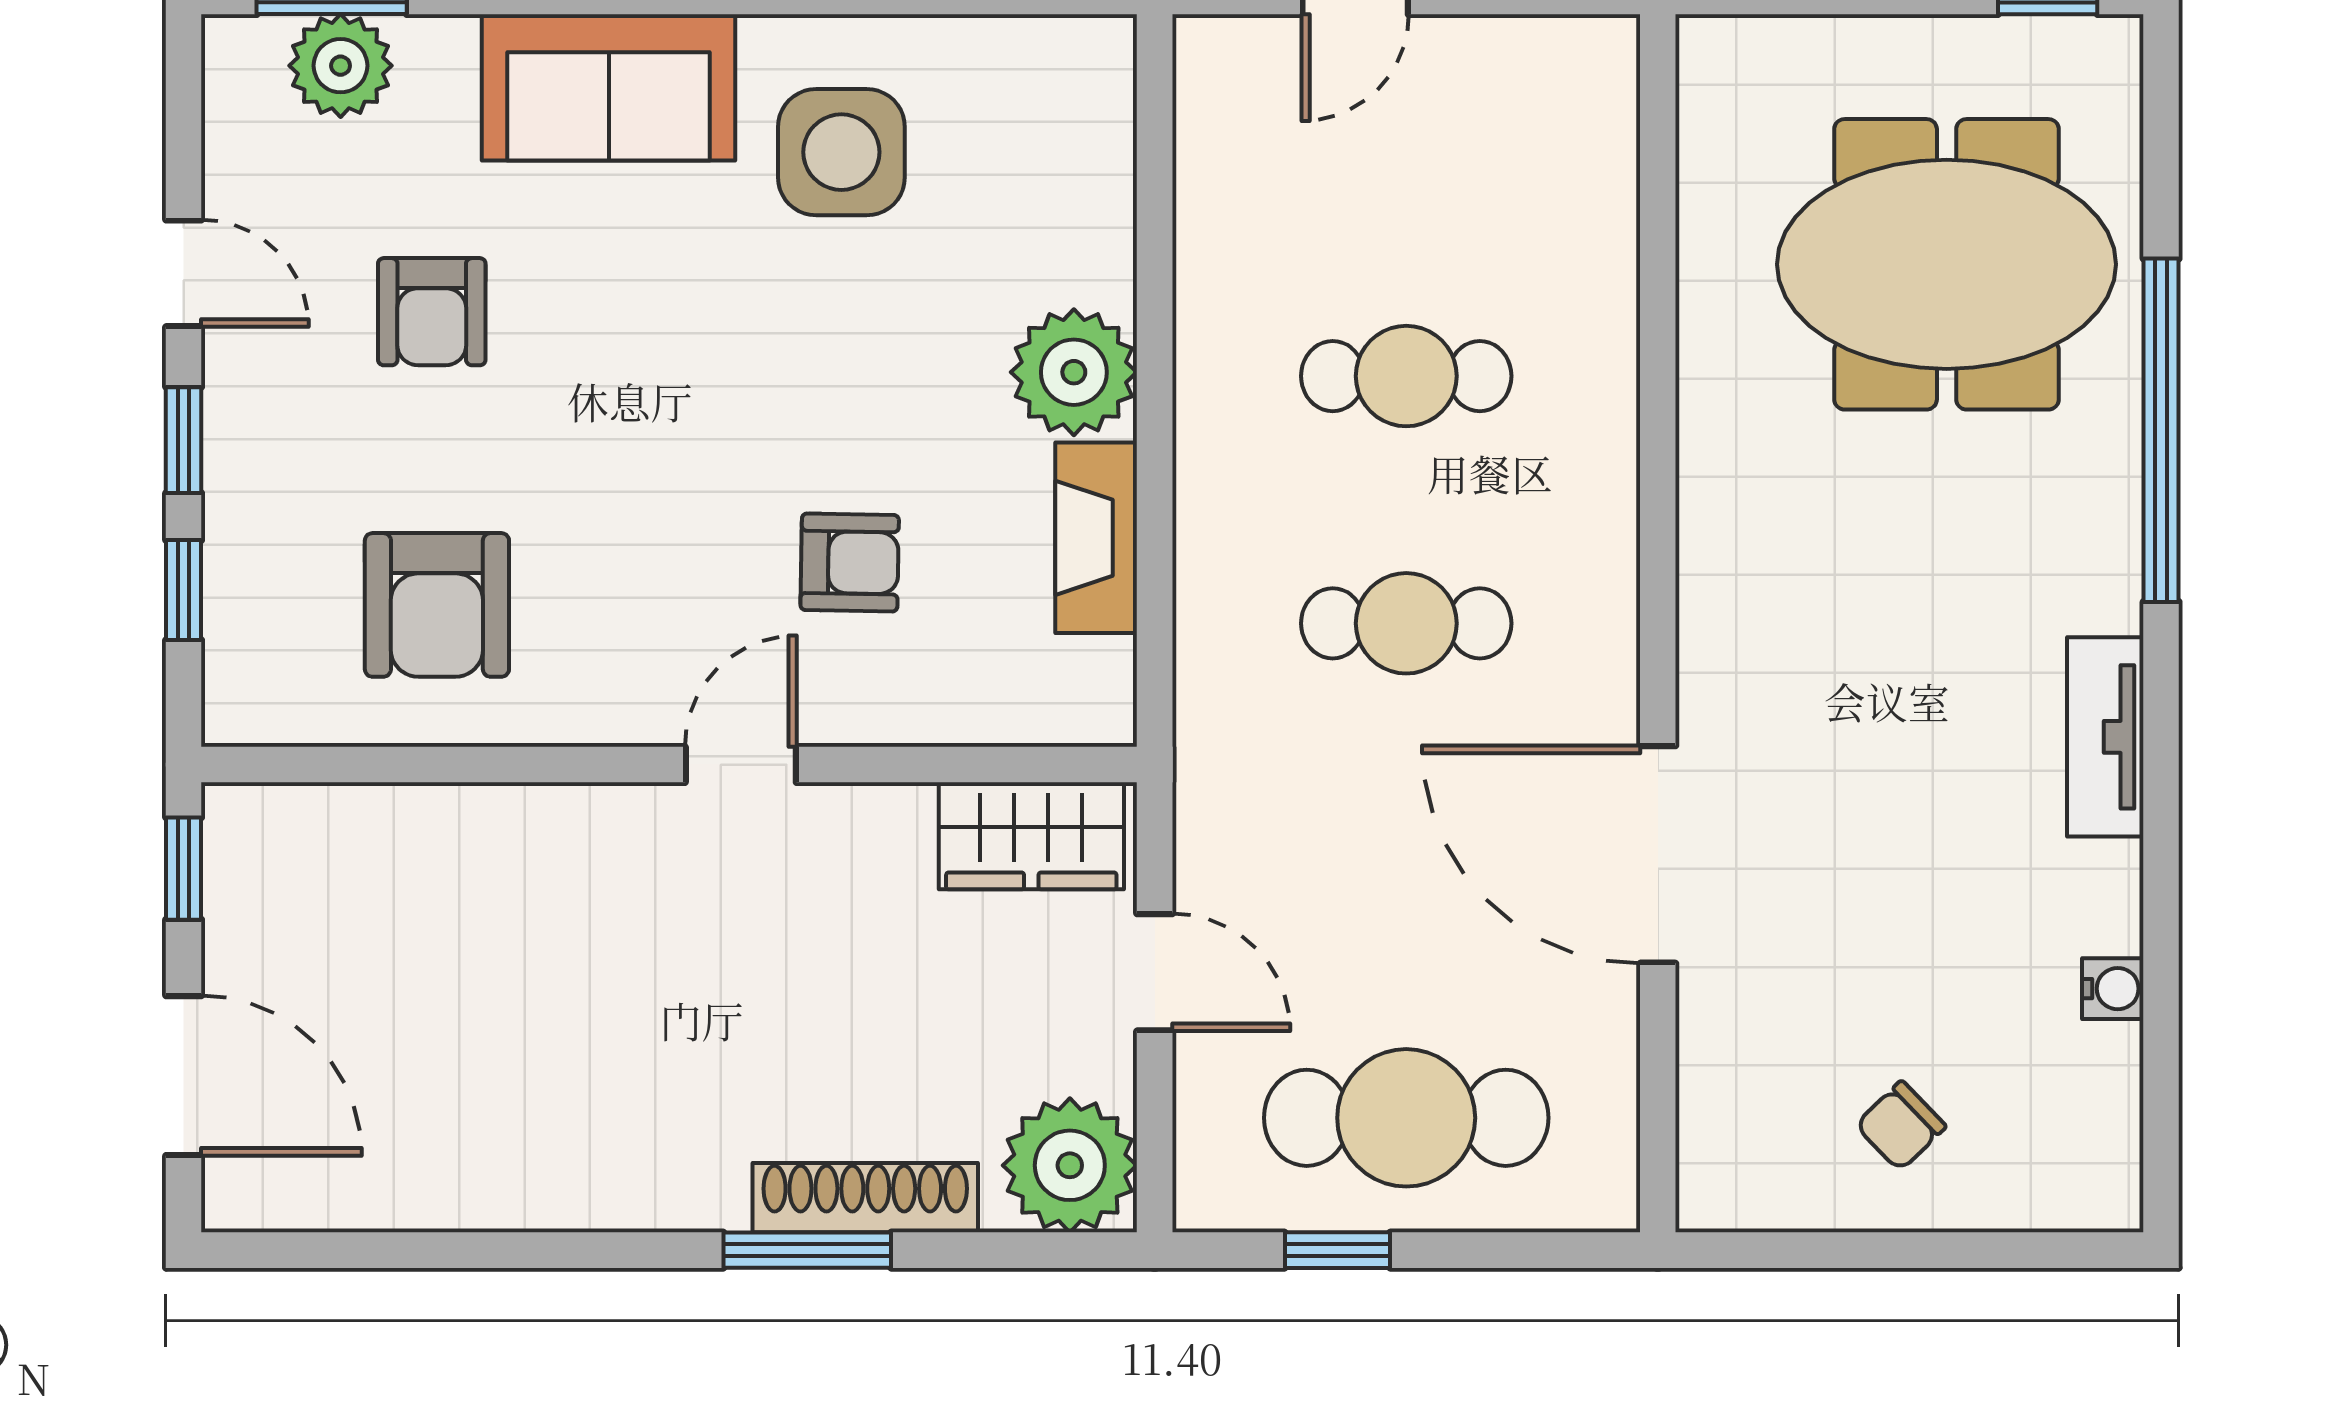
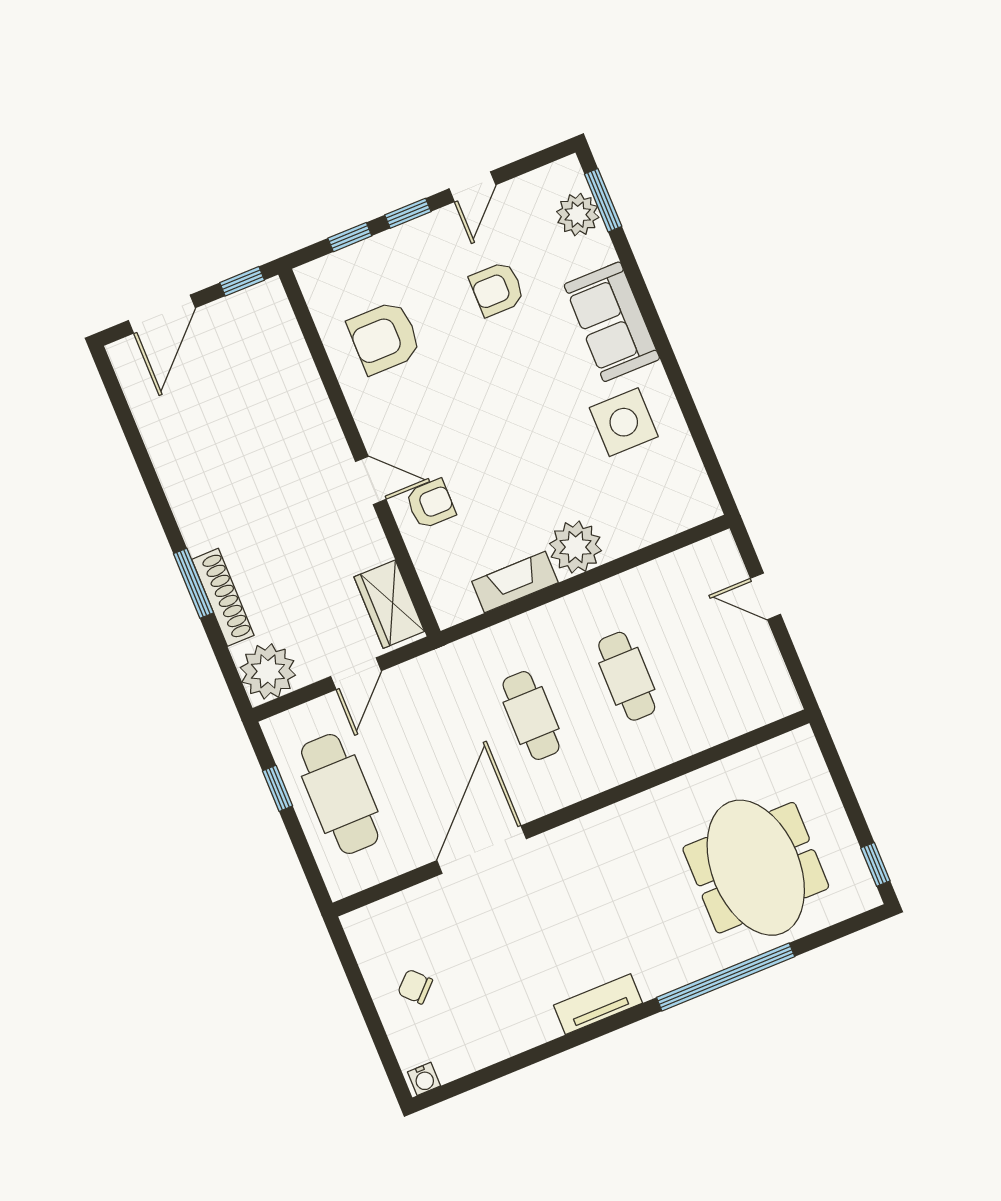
armchair: (850, 563) -> (431, 504), moved, turned -91
water cooler: (2113, 989) -> (424, 1079), moved

